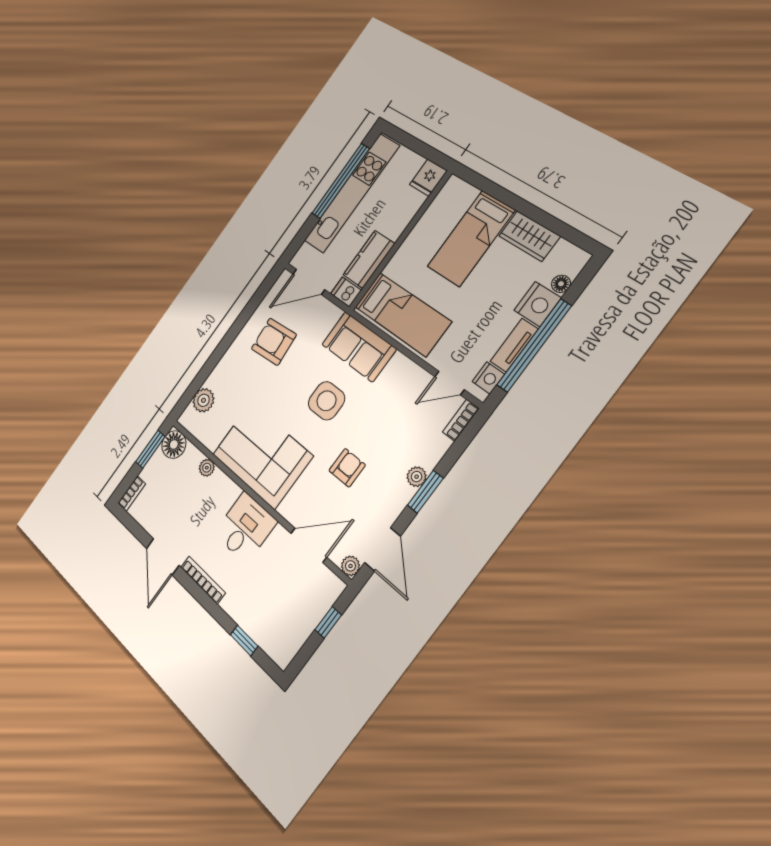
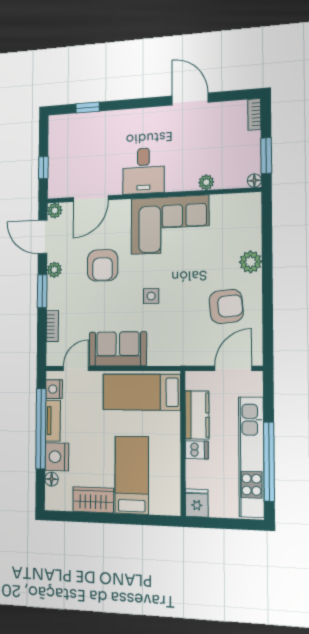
dishwasher: (346, 292) -> (197, 450), moved
sofa: (359, 347) -> (118, 349), moved
plant: (203, 400) -> (251, 262), moved
side table: (326, 401) -> (151, 296), width x0.54, depth x0.54
bookcase: (461, 420) -> (52, 326), moved
floor lamp: (174, 444) -> (254, 181), width x0.53, depth x0.53
armchair: (347, 468) -> (103, 265), width x1.38, depth x1.38
plant: (417, 477) -> (54, 270), moved
bookcase: (203, 580) -> (147, 113), removed

